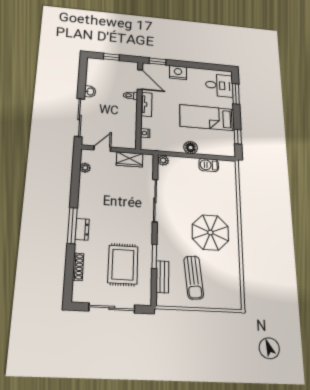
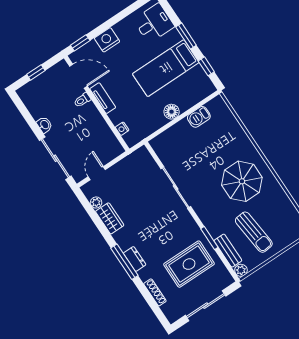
window: (236, 94) -> (186, 36), moved
wardrobe: (130, 159) -> (110, 218), moved, turned -90
plant: (163, 160) -> (241, 270), moved
rug: (123, 265) -> (189, 264), turned 90

